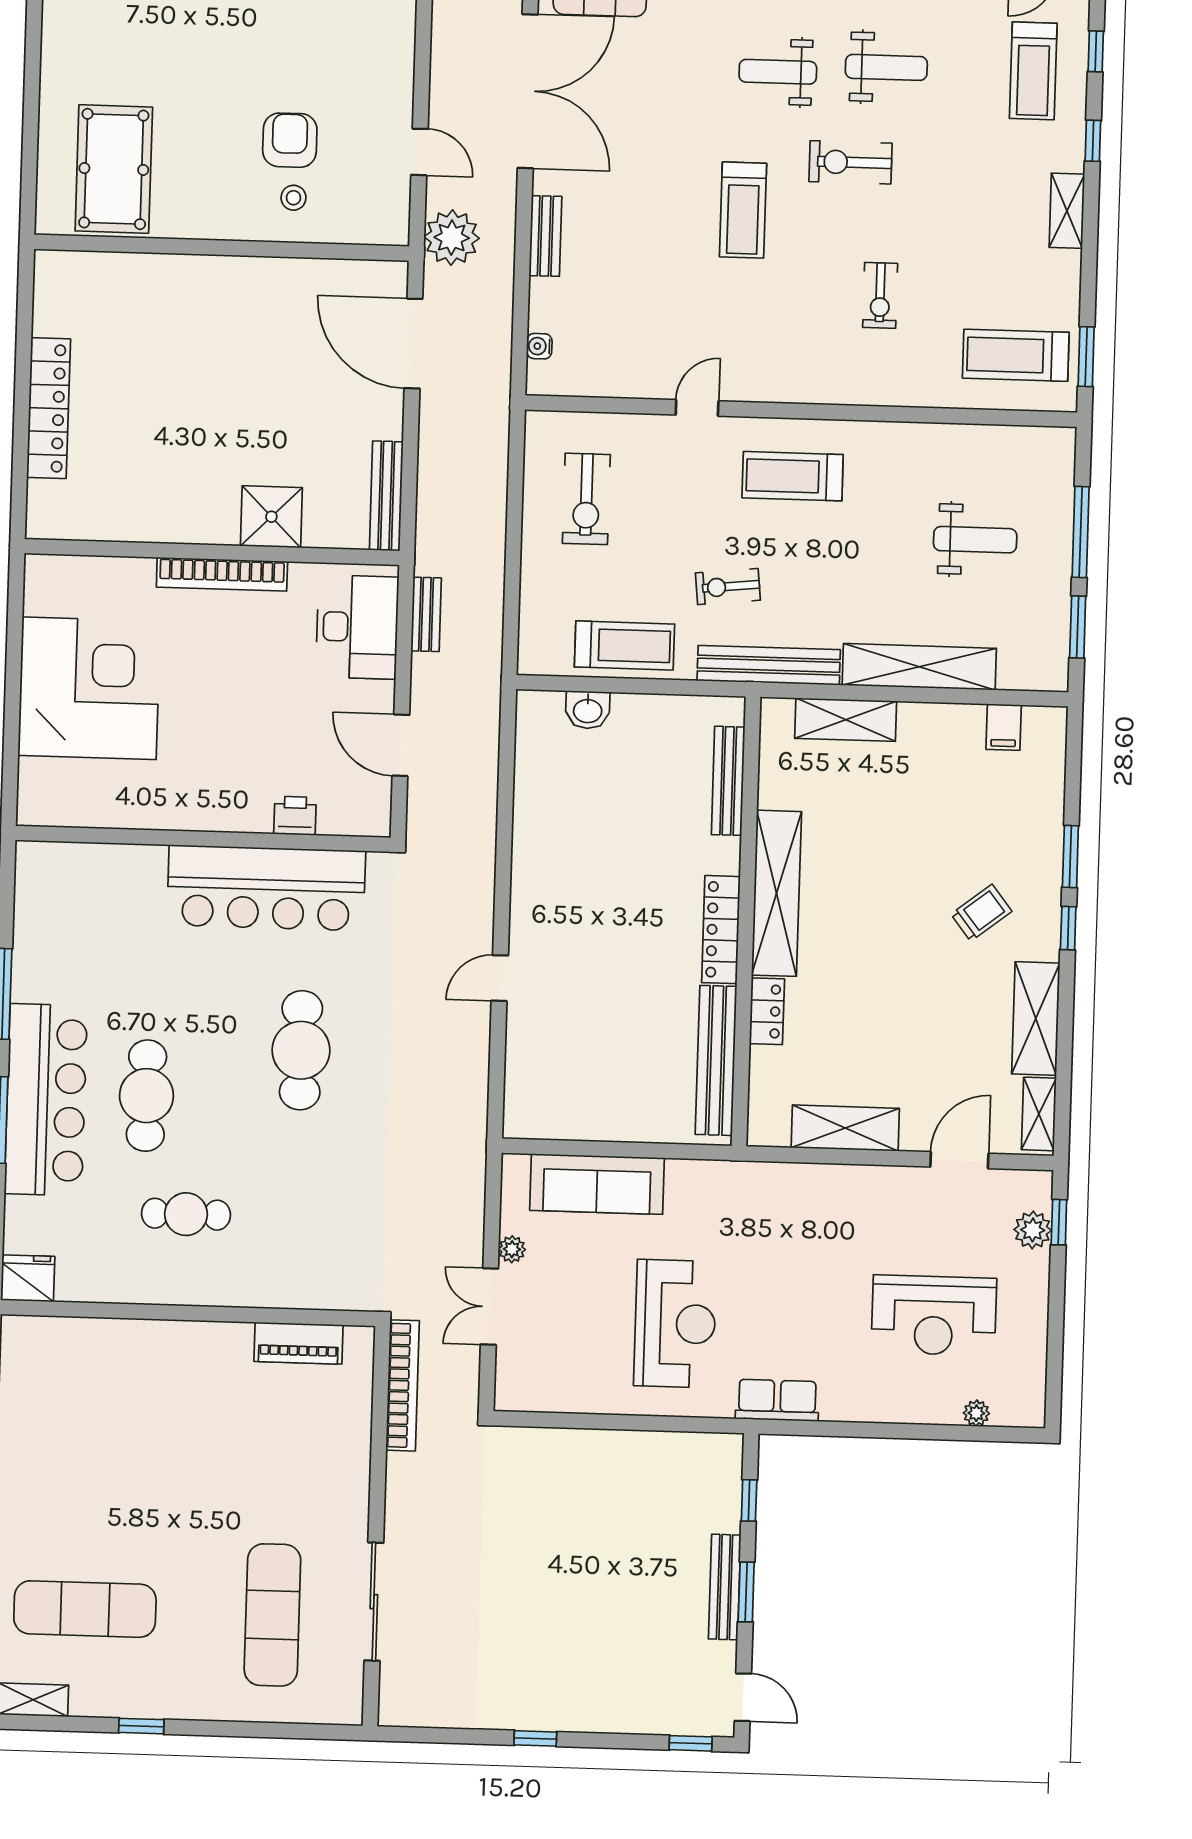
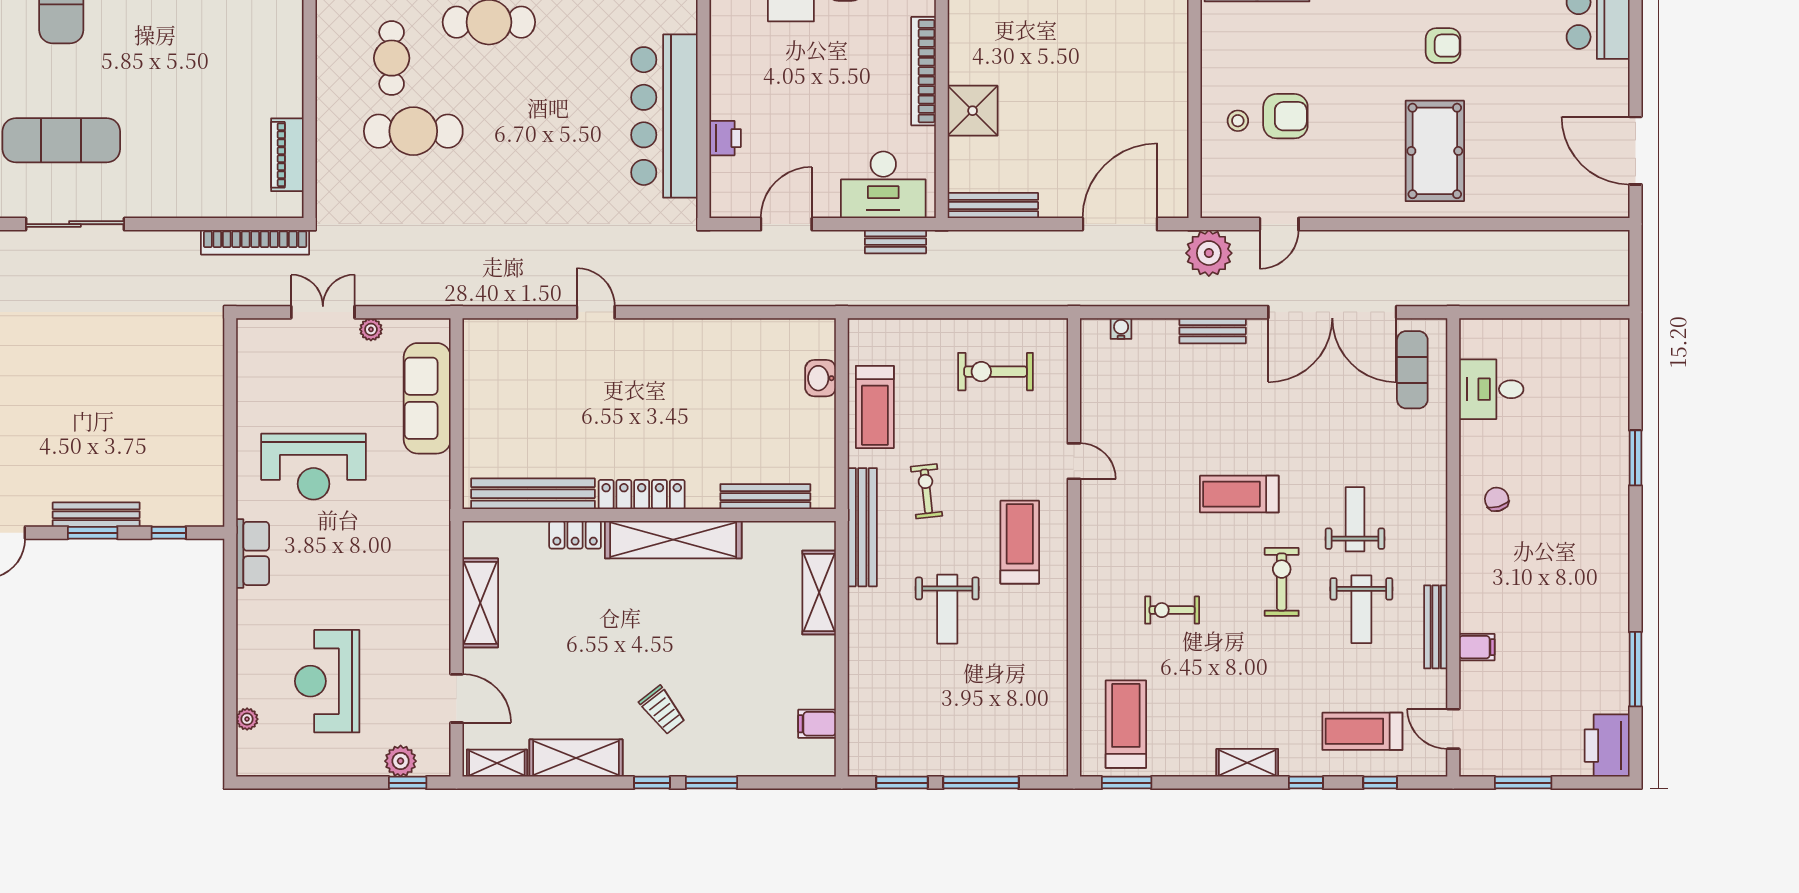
weight bench: (975, 540) -> (947, 609), moved
shelving: (919, 667) -> (865, 652), removed
cafe table: (301, 1050) -> (413, 131), moved

